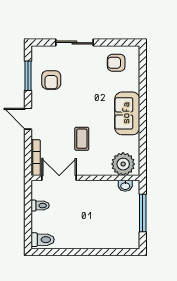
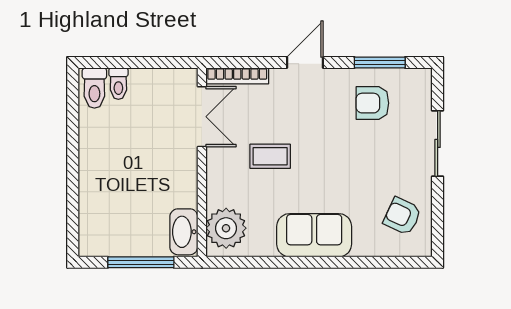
armchair: (116, 63) -> (402, 216), turned -65
washbasin: (125, 186) -> (184, 232), width x1.91, depth x1.45
toilet: (40, 206) -> (118, 84), moved

